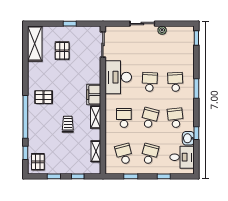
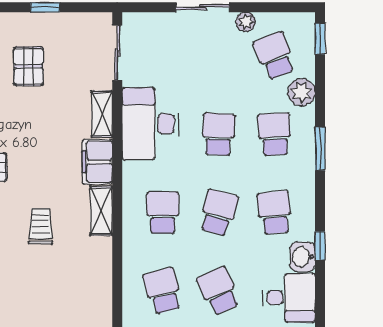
school desk: (175, 46) -> (275, 56), added
plant: (188, 63) -> (302, 92), added
shelving: (96, 151) -> (102, 114), moved
school desk: (150, 154) -> (219, 291), turned -39

